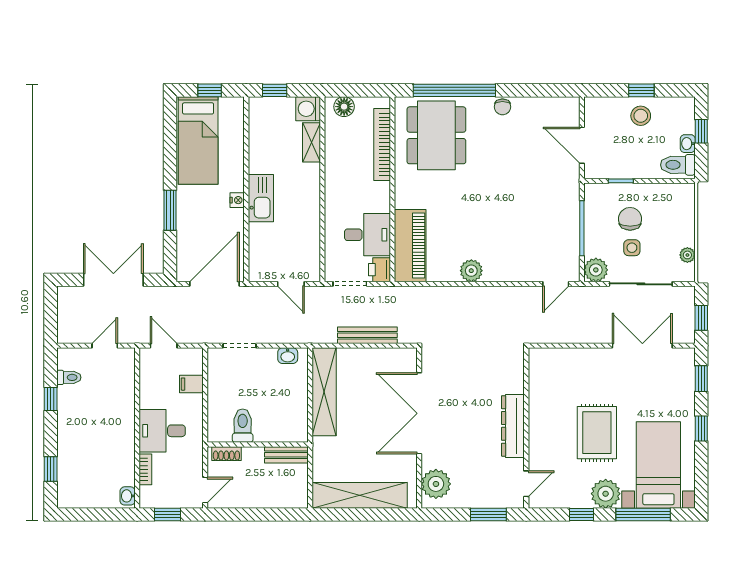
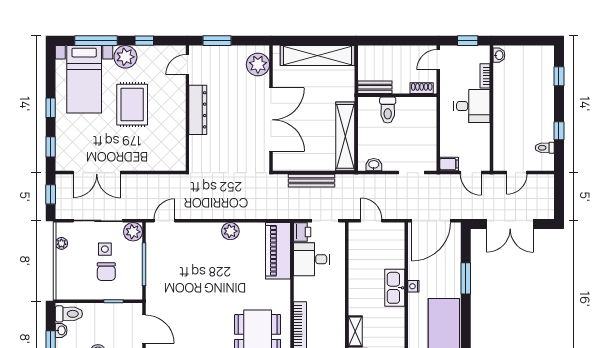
filing cabinet: (191, 384) -> (449, 164), moved
toilet: (243, 426) -> (388, 110), moved

